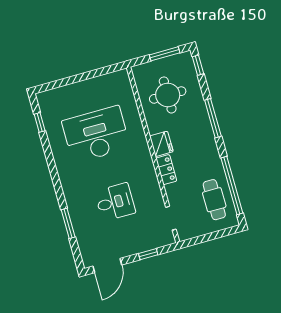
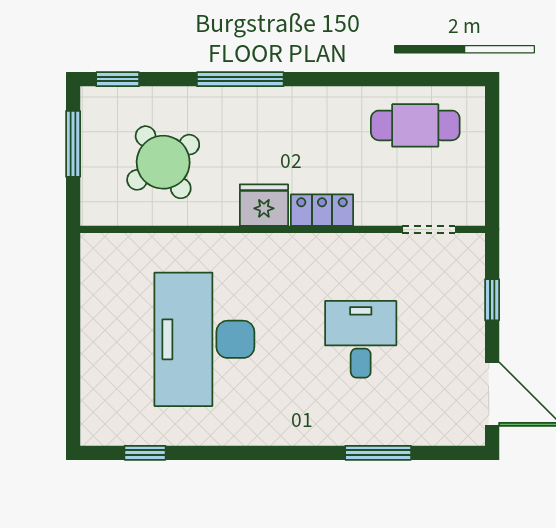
round table: (168, 95) -> (163, 162), turned -34
window: (232, 185) -> (396, 79), removed

